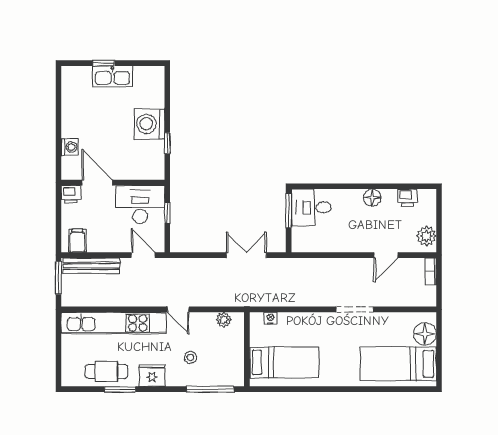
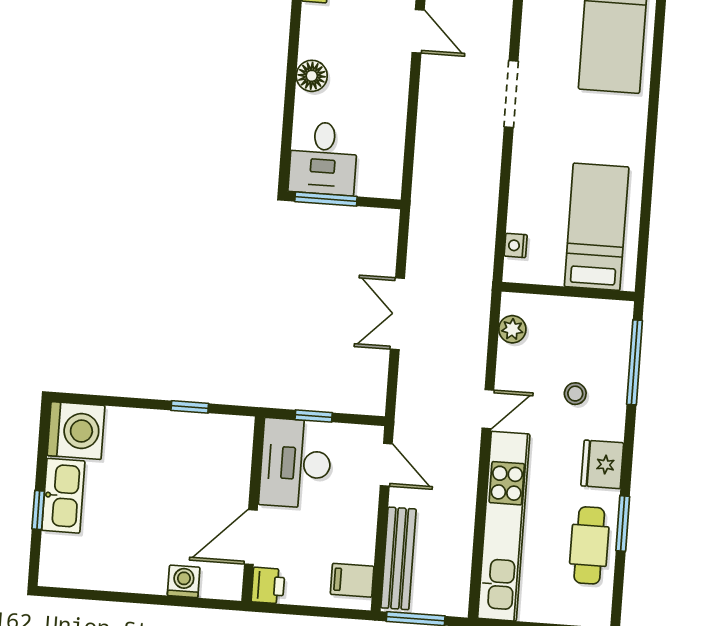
washing machine: (149, 124) -> (76, 431), moved, turned -90
floor lamp: (372, 198) -> (312, 76), moved
door: (143, 255) -> (386, 465), swing flipped
double door: (246, 255) -> (397, 314), moved

